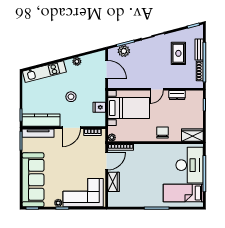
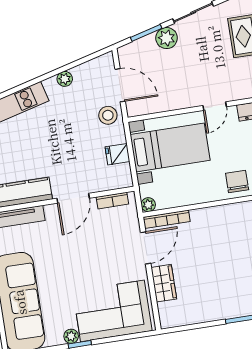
plant: (124, 51) -> (167, 38), moved
stool: (71, 97) -> (108, 115), moved

